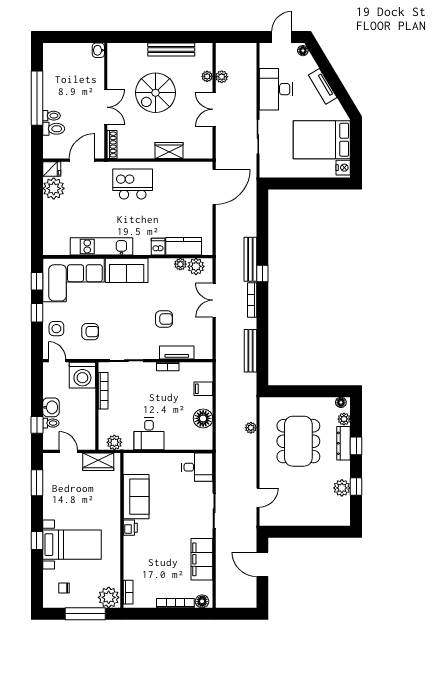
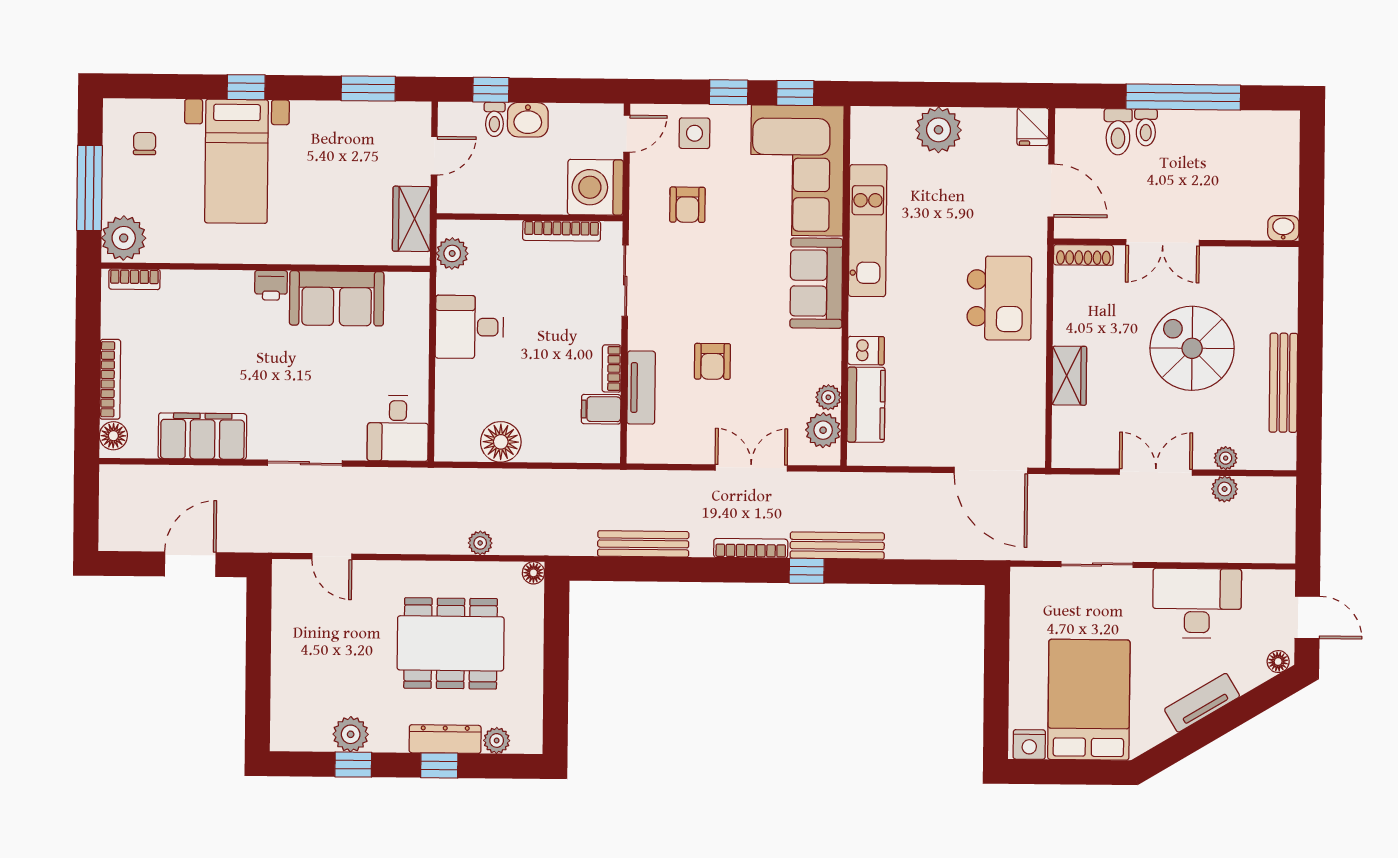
plant: (54, 188) -> (938, 130), moved
filing cabinet: (203, 389) -> (601, 409), moved, turned -90
floor lamp: (341, 402) -> (533, 573), moved

